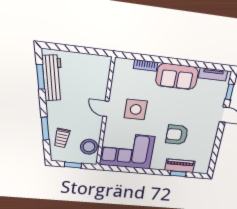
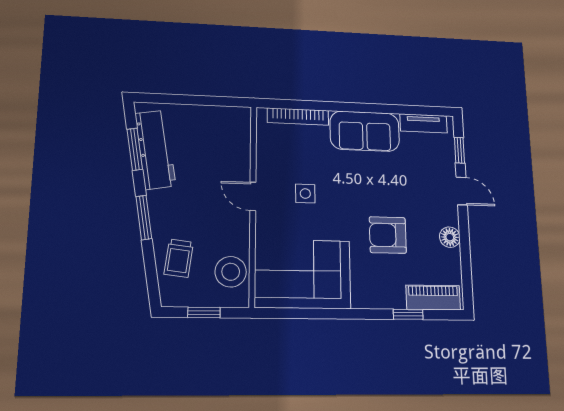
bookcase: (146, 65) -> (298, 117), width x1.56
side table: (136, 109) -> (305, 194), width x0.54, depth x0.54
window: (45, 129) -> (144, 218), moved
floor lamp: (210, 138) -> (450, 237), added
piano: (180, 166) -> (433, 297), moved

